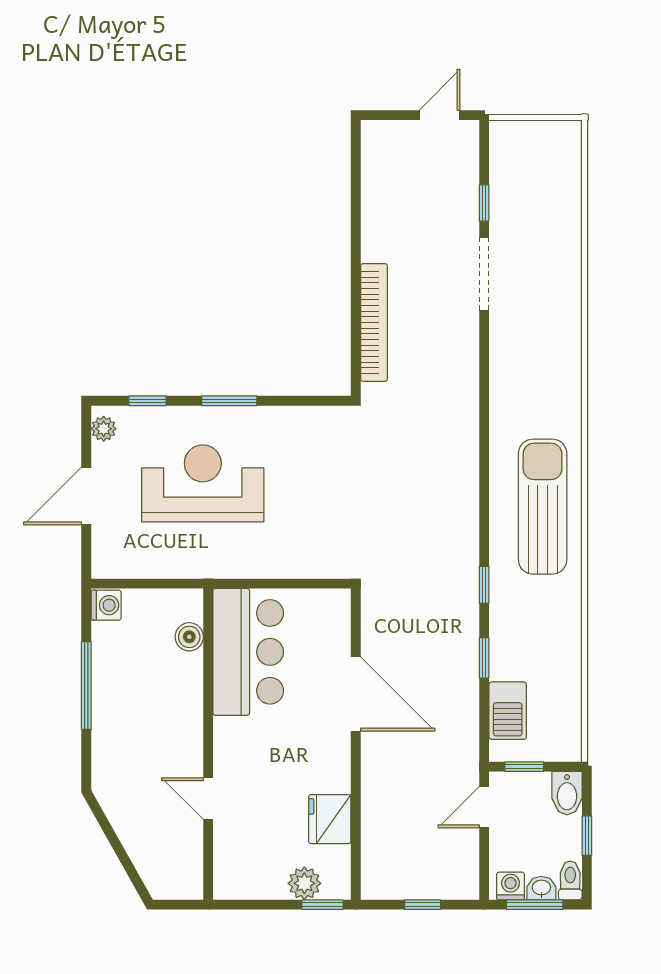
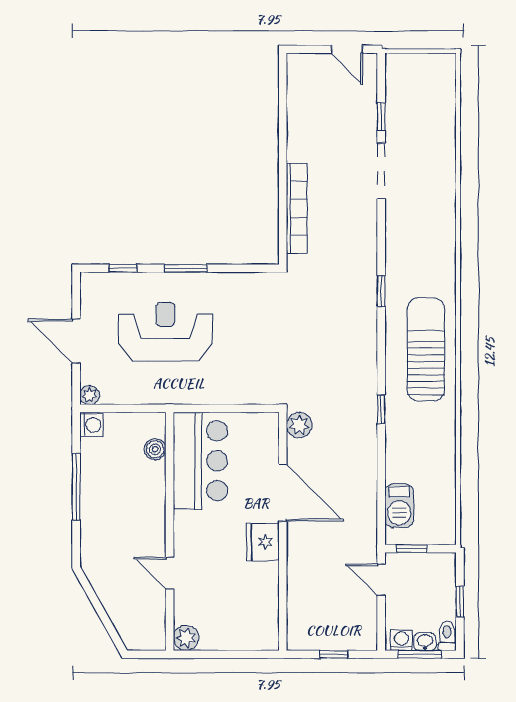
door: (440, 115) -> (347, 49), swing flipped
plant: (104, 429) -> (89, 395), moved
door: (86, 496) -> (76, 341), hinge flipped
plant: (377, 605) -> (299, 425), added
window: (484, 658) -> (381, 291), moved
bidet: (567, 793) -> (445, 569), removed
door: (484, 807) -> (381, 580), hinge flipped
fridge: (330, 819) -> (263, 542), moved
plant: (304, 883) -> (186, 638), moved
window: (322, 905) -> (257, 654), removed

